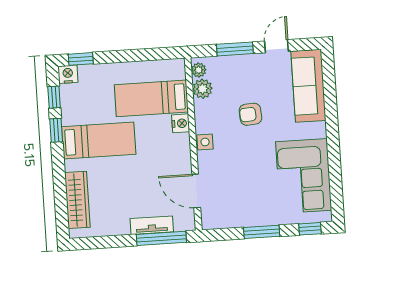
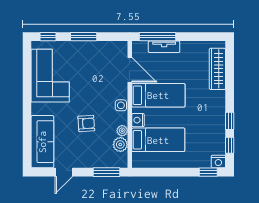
window: (235, 49) -> (107, 172), moved
plant: (199, 70) -> (122, 131), moved
bed: (99, 141) -> (158, 95), moved, turned 180

